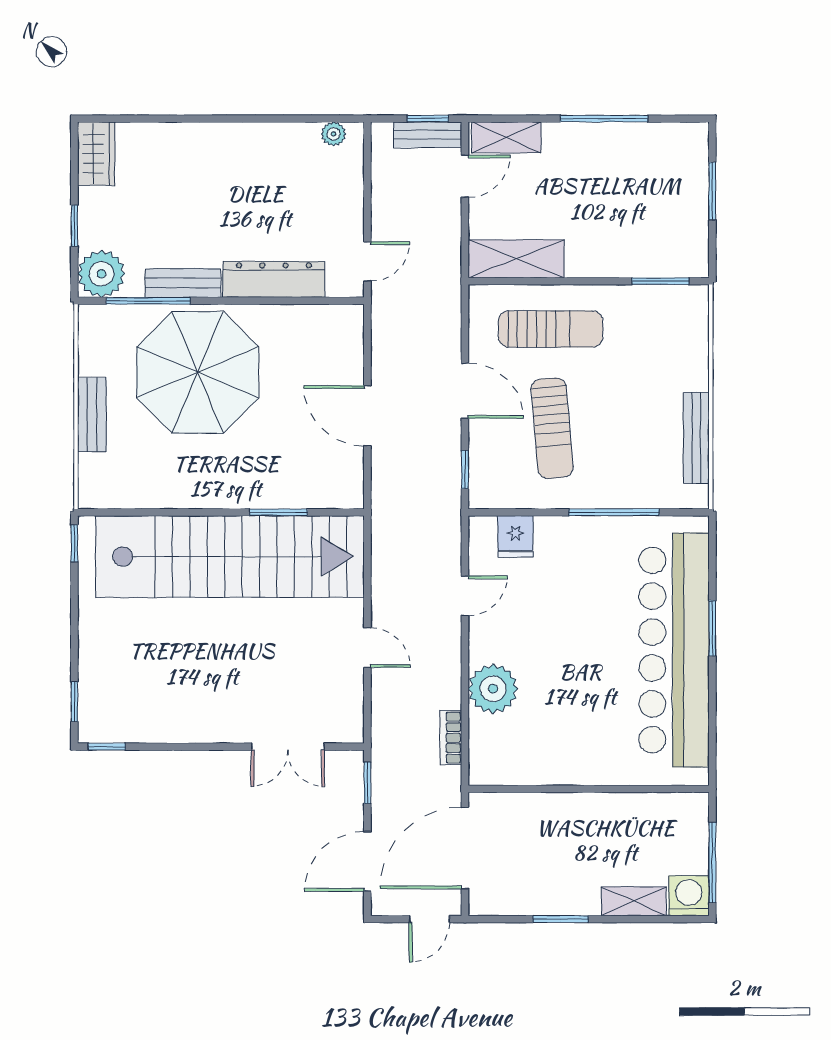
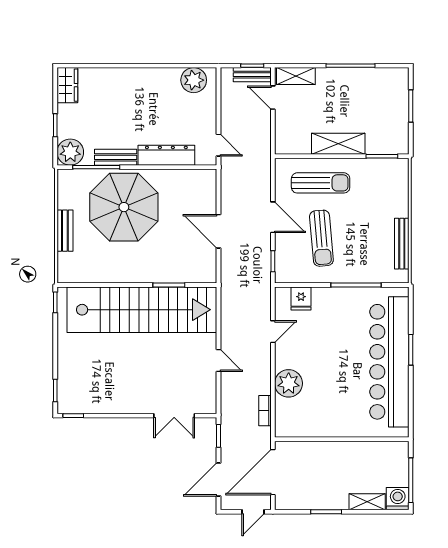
plant: (334, 134) -> (194, 80), width x1.88, depth x1.88
door: (465, 176) -> (273, 98), swing flipped
shelving: (516, 259) -> (338, 144), moved
door: (367, 261) -> (218, 145), hinge flipped

